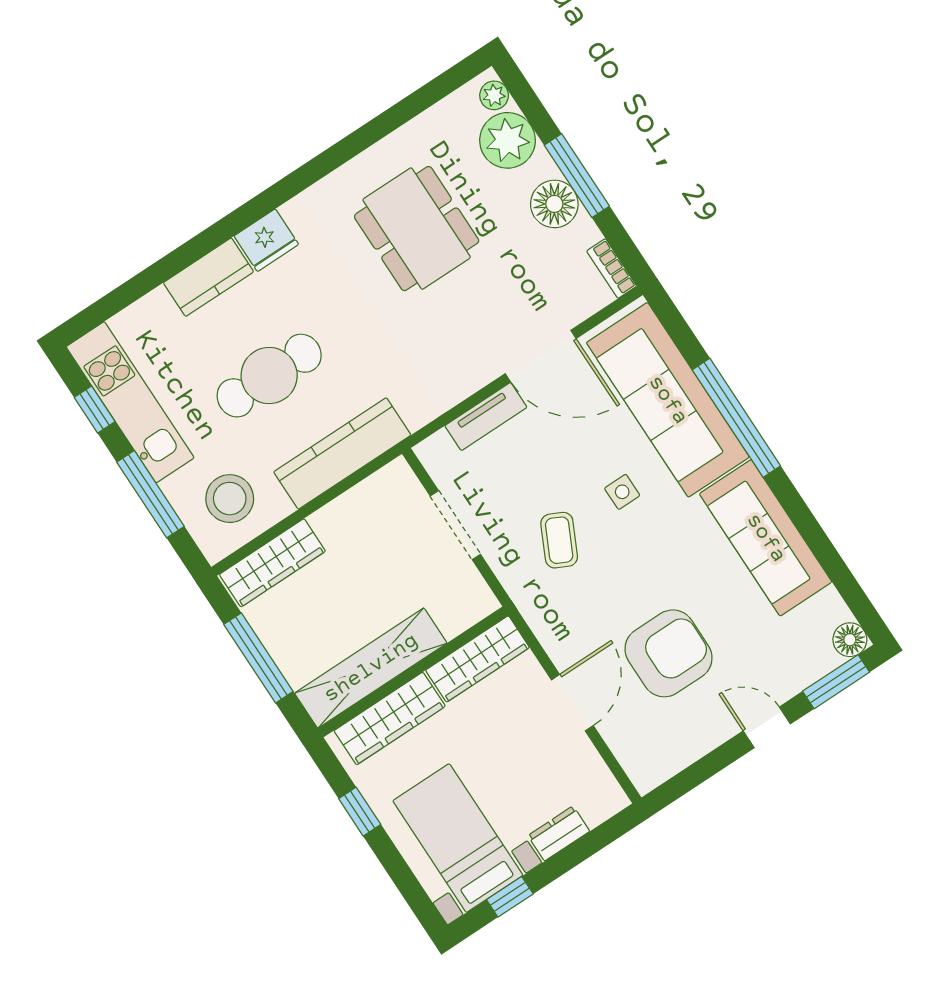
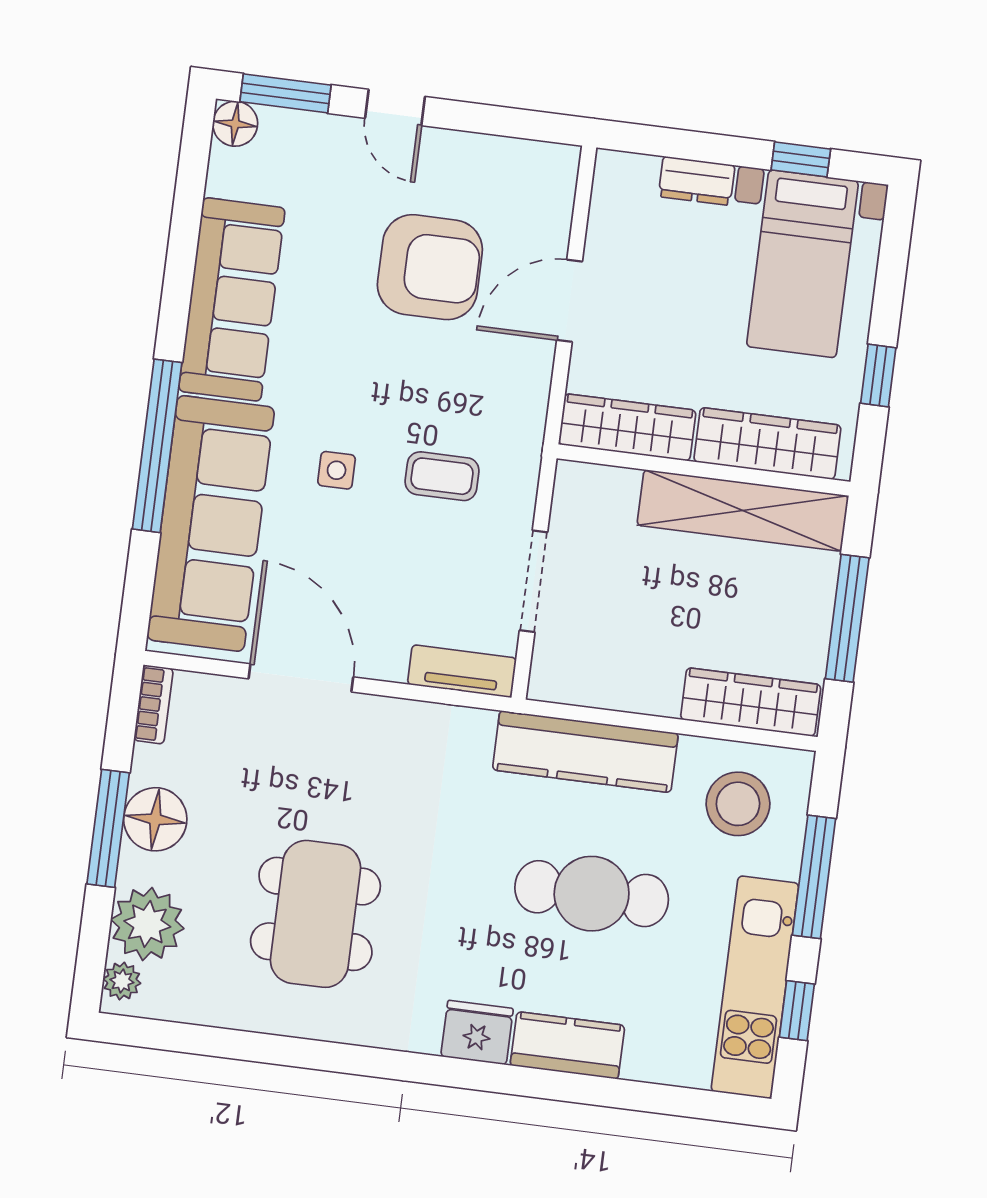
tv unit: (486, 417) -> (462, 671), moved
coffee table: (559, 540) -> (442, 476), turned 64
armchair: (669, 653) -> (430, 267), turned 180

